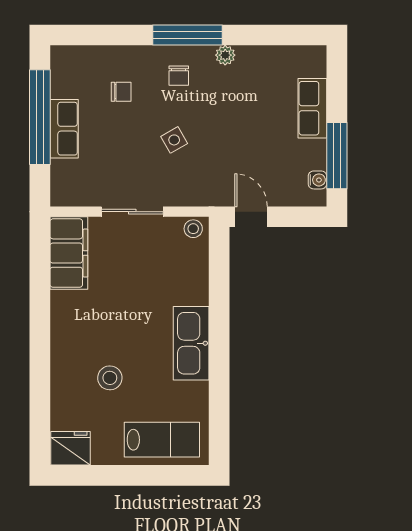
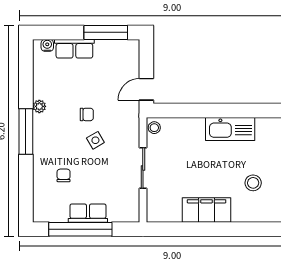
chair: (179, 76) -> (87, 114), moved
water cooler: (317, 180) -> (47, 45), moved
filing cabinet: (69, 253) -> (207, 210), moved

